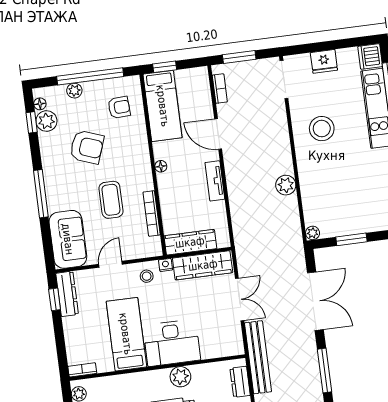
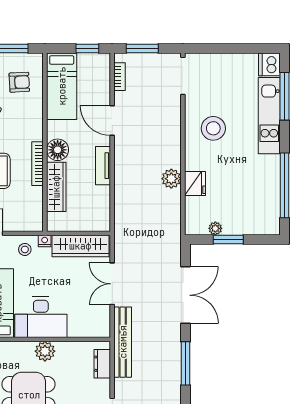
fridge: (324, 61) -> (195, 184), moved, turned -90
window: (165, 67) -> (87, 49), moved
floor lamp: (161, 166) -> (58, 150), width x1.89, depth x1.89
bookcase: (152, 213) -> (37, 164), moved
plant: (313, 233) -> (215, 228), moved
wardrobe: (190, 242) -> (56, 187), moved, turned 90
double door: (240, 299) -> (112, 284), swing flipped

